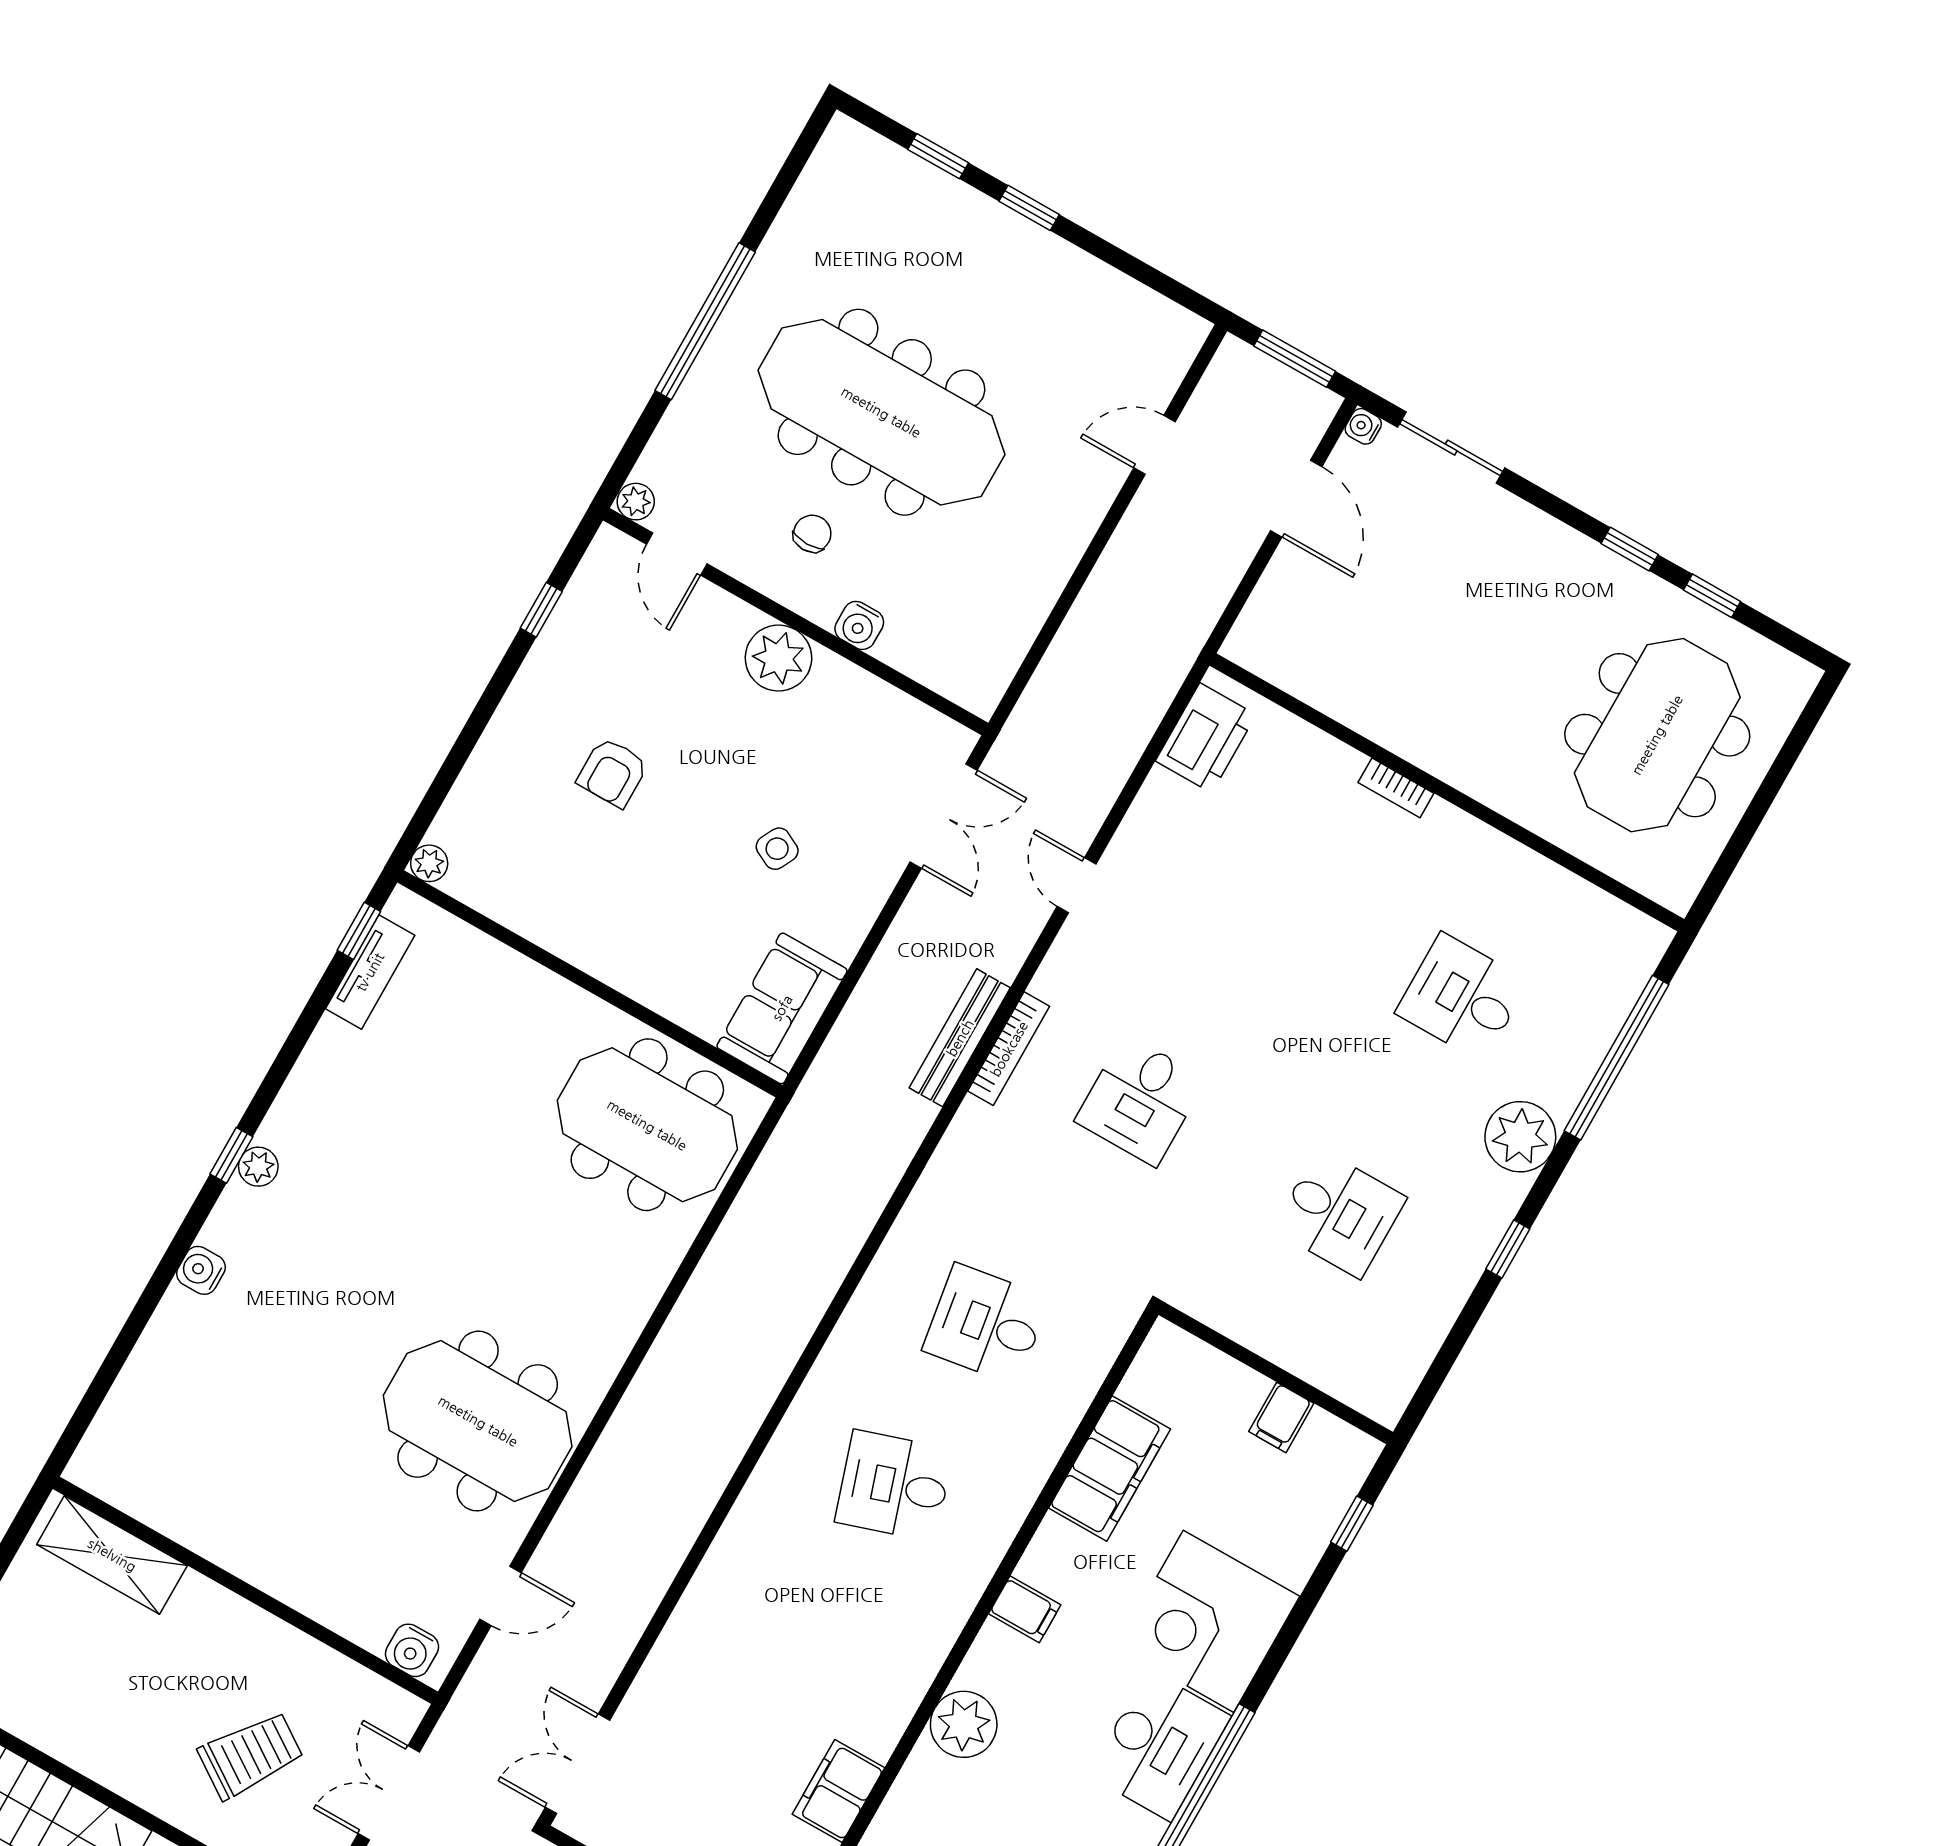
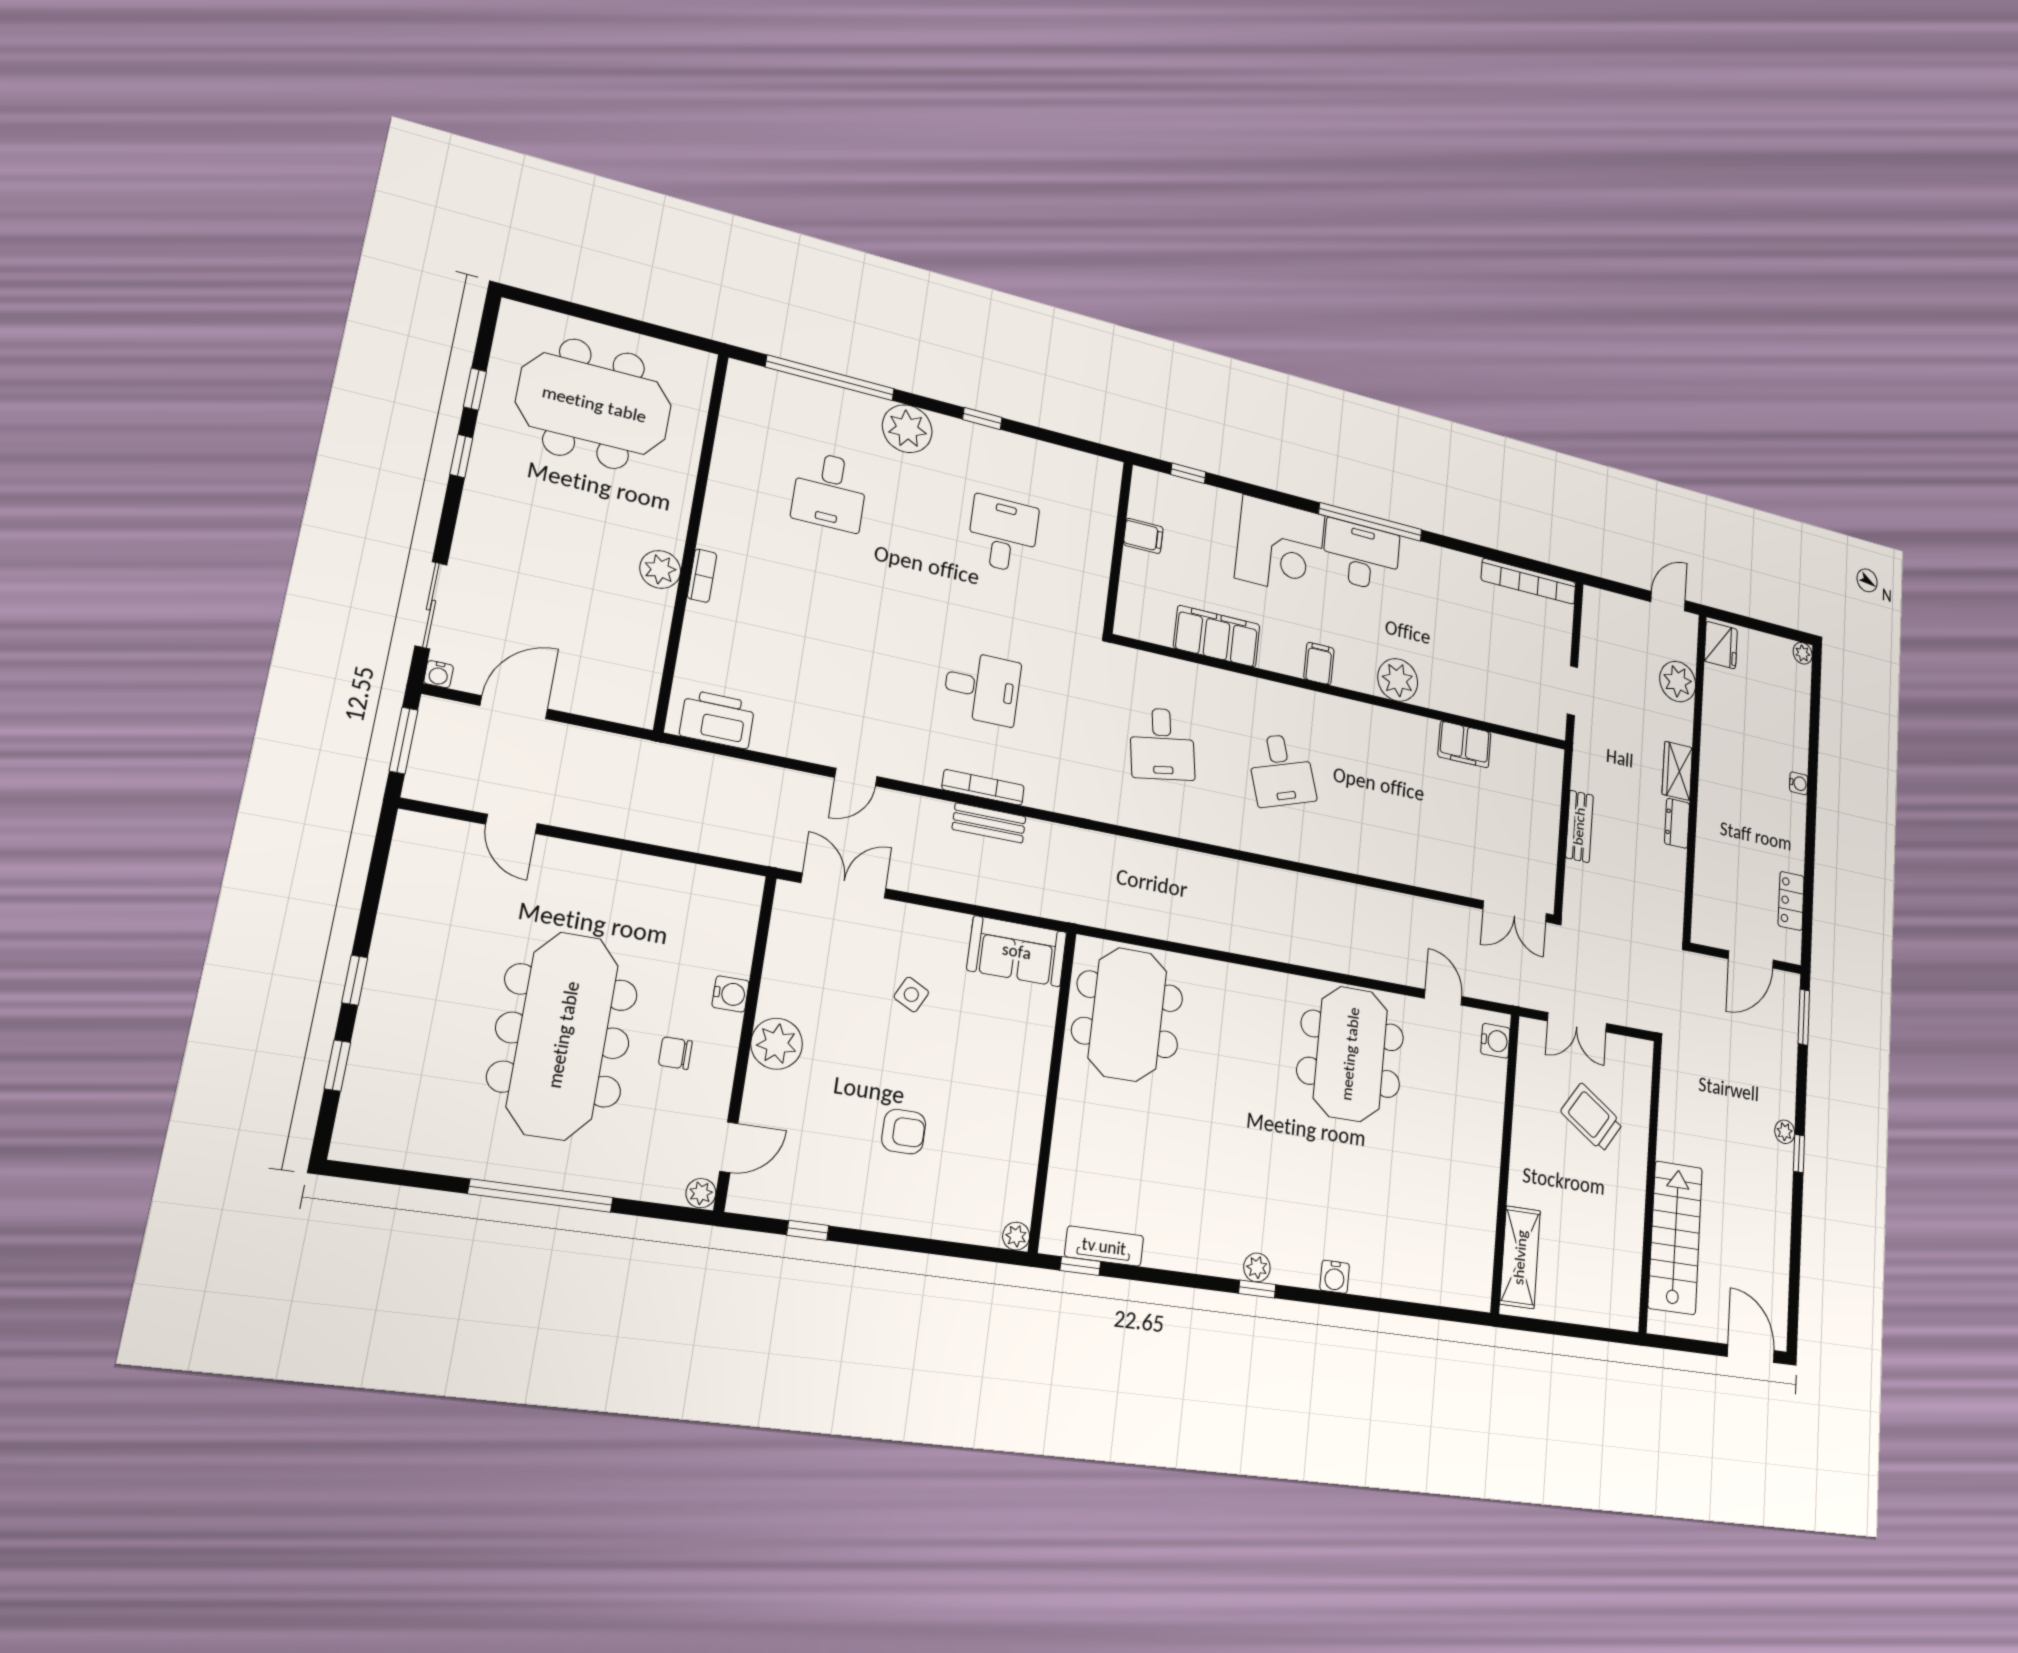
plant: (1419, 738) -> (660, 569), added
bench: (960, 1038) -> (989, 823), width x0.73

